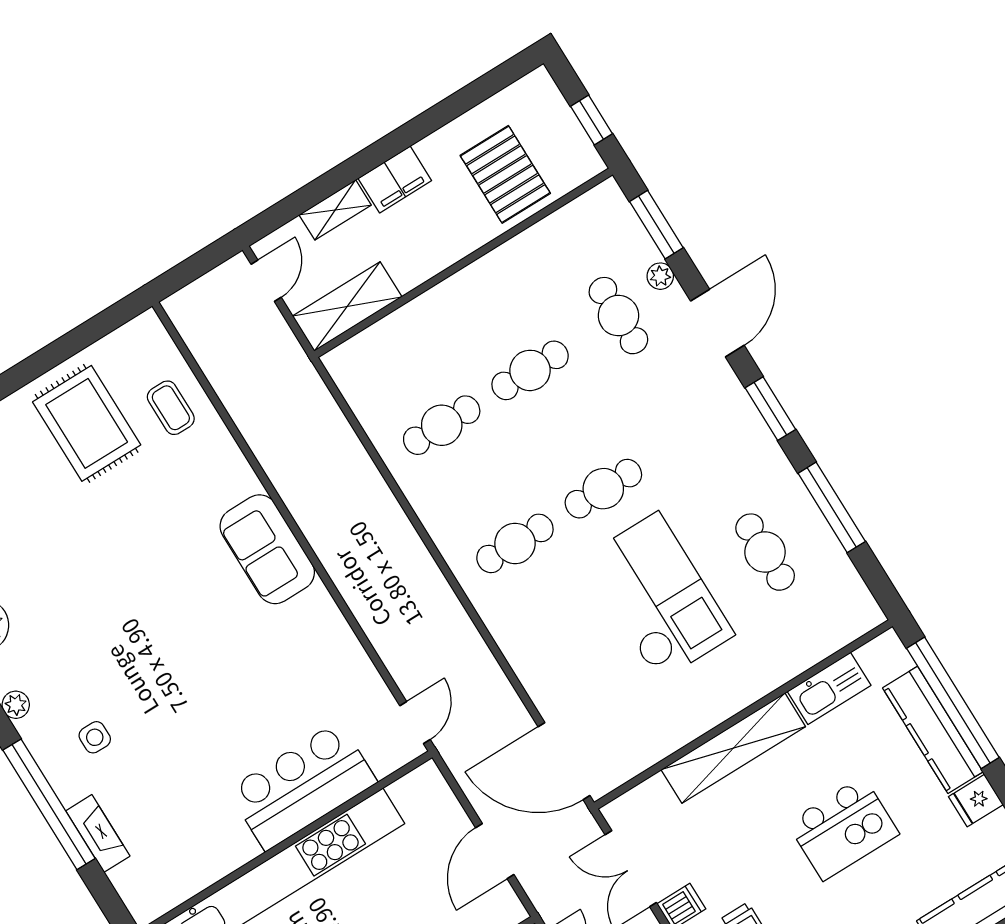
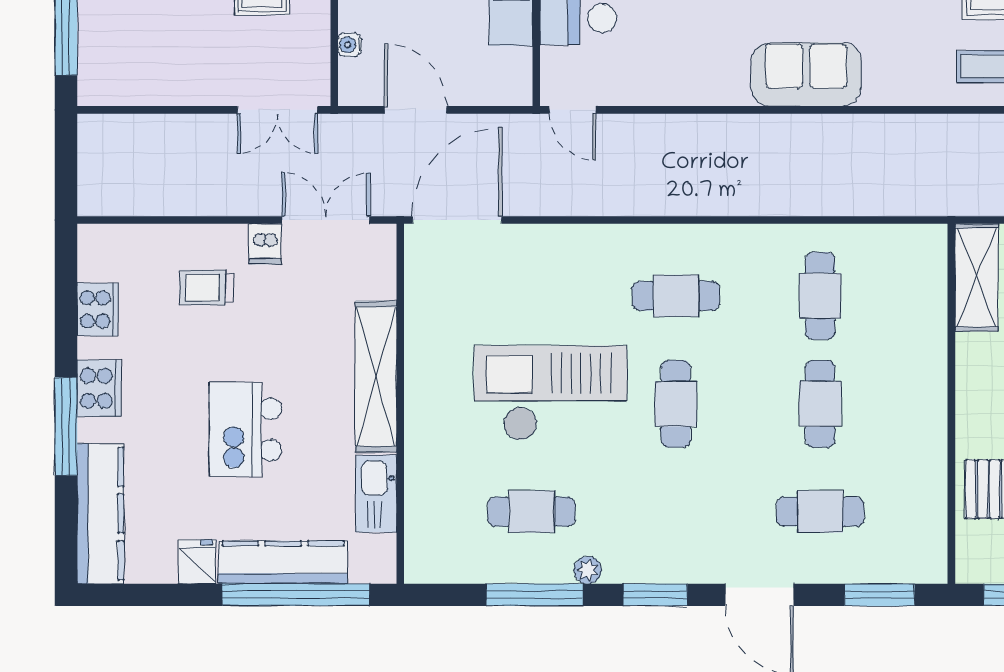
plant: (660, 276) -> (588, 570), moved
cafe table: (515, 543) -> (676, 296), turned 90
checkout: (658, 597) -> (551, 393), turned 180

